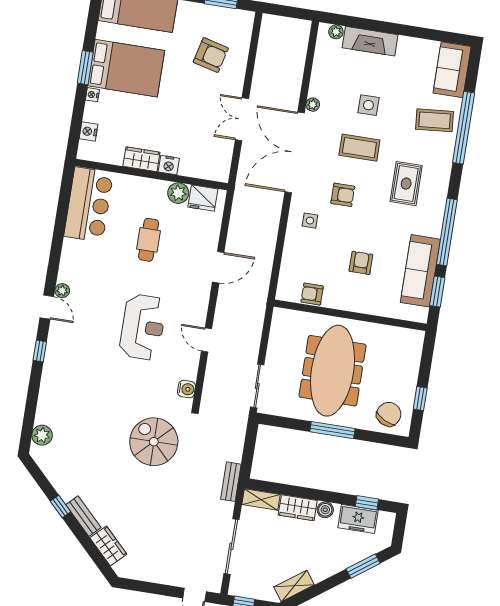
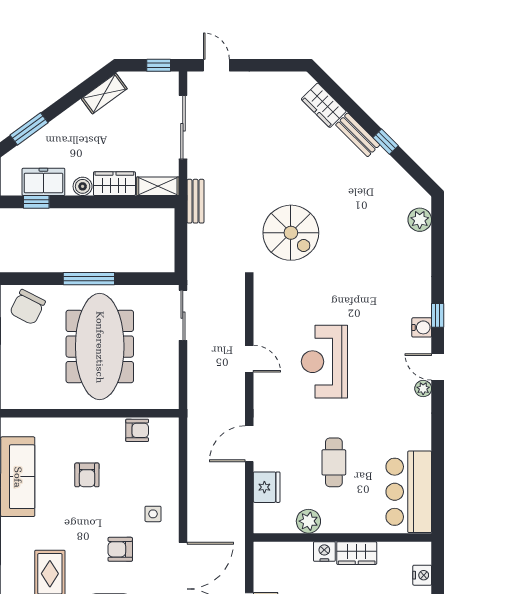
fridge: (203, 198) -> (267, 487), moved, turned 90
water cooler: (187, 389) -> (422, 327), moved, turned 180

